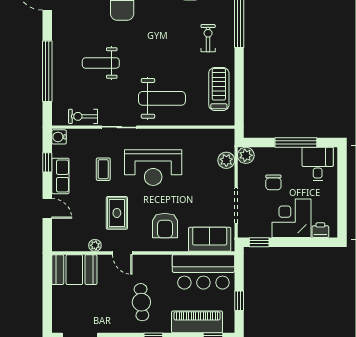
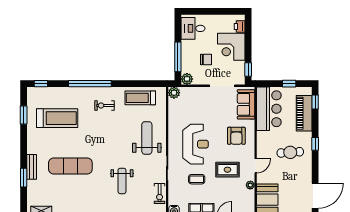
window: (296, 142) -> (178, 57), moved
plant: (226, 160) -> (174, 93), moved
armchair: (165, 226) -> (236, 136), turned 90

